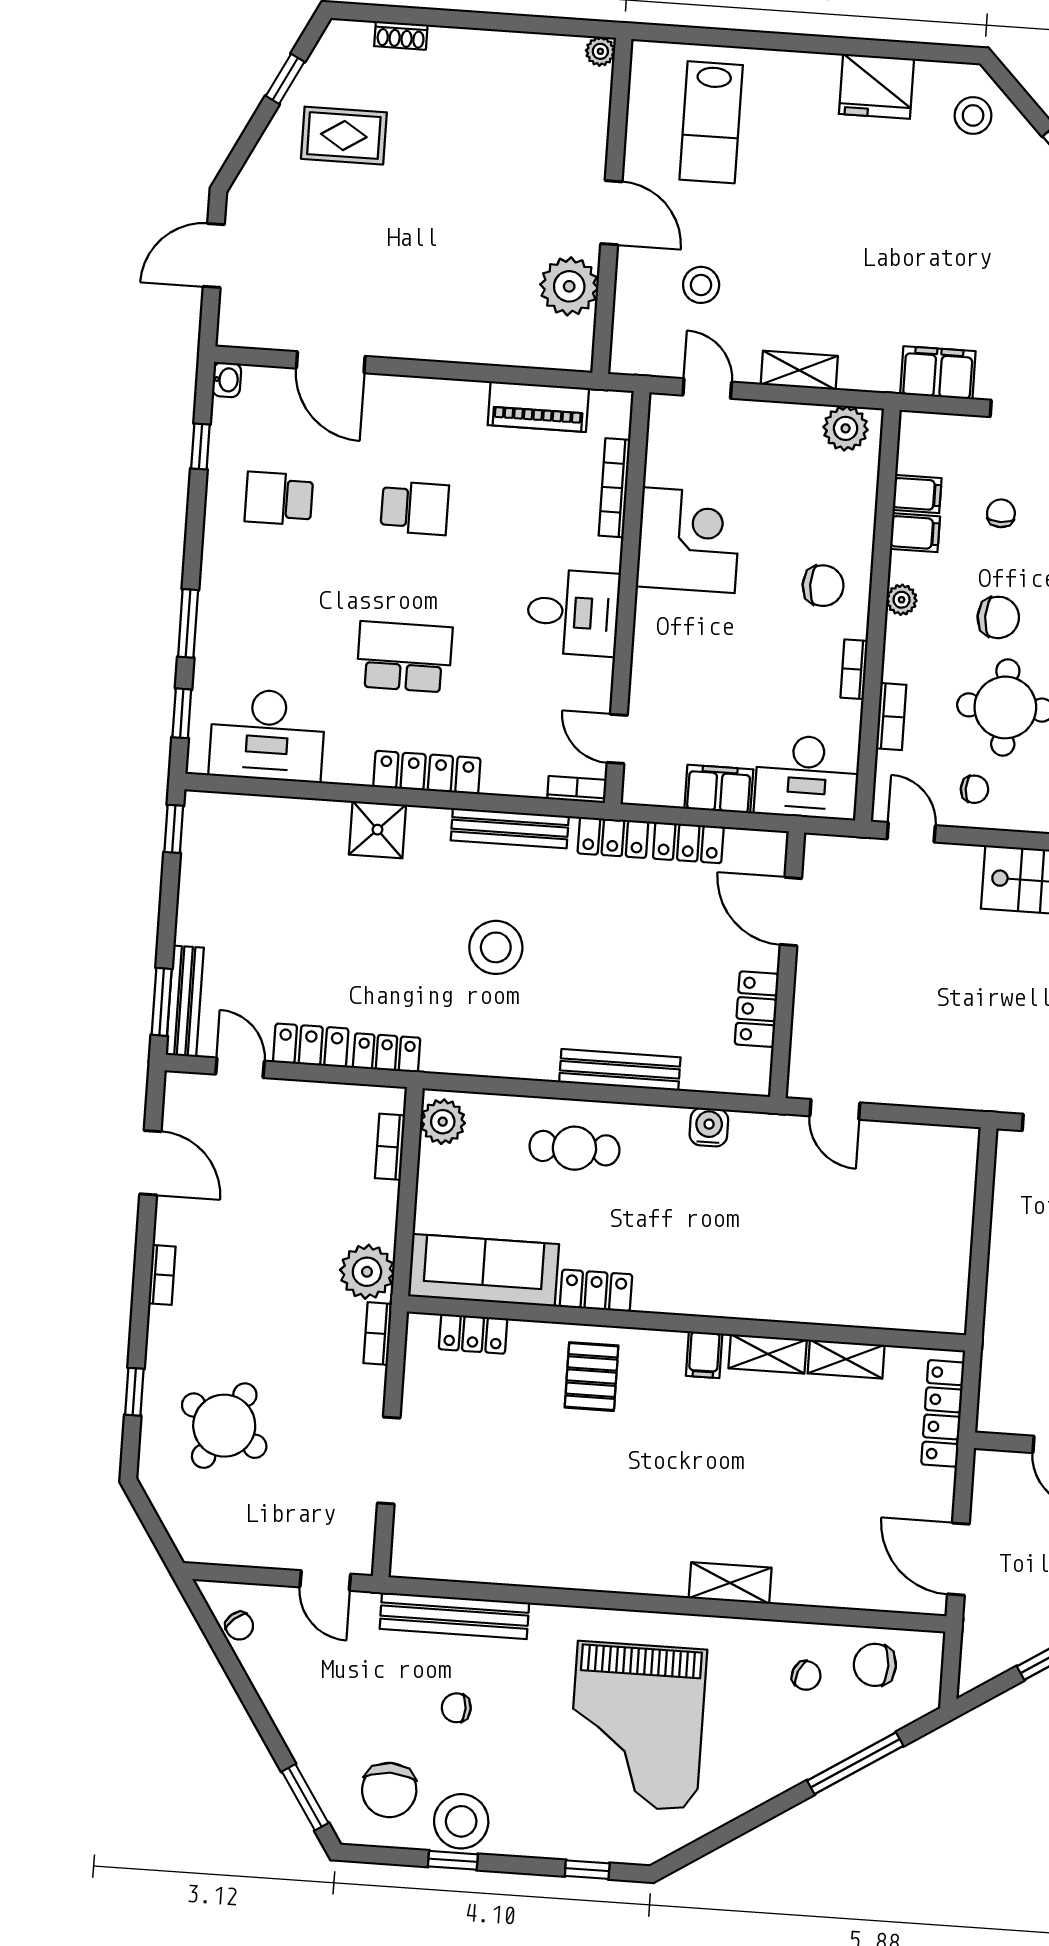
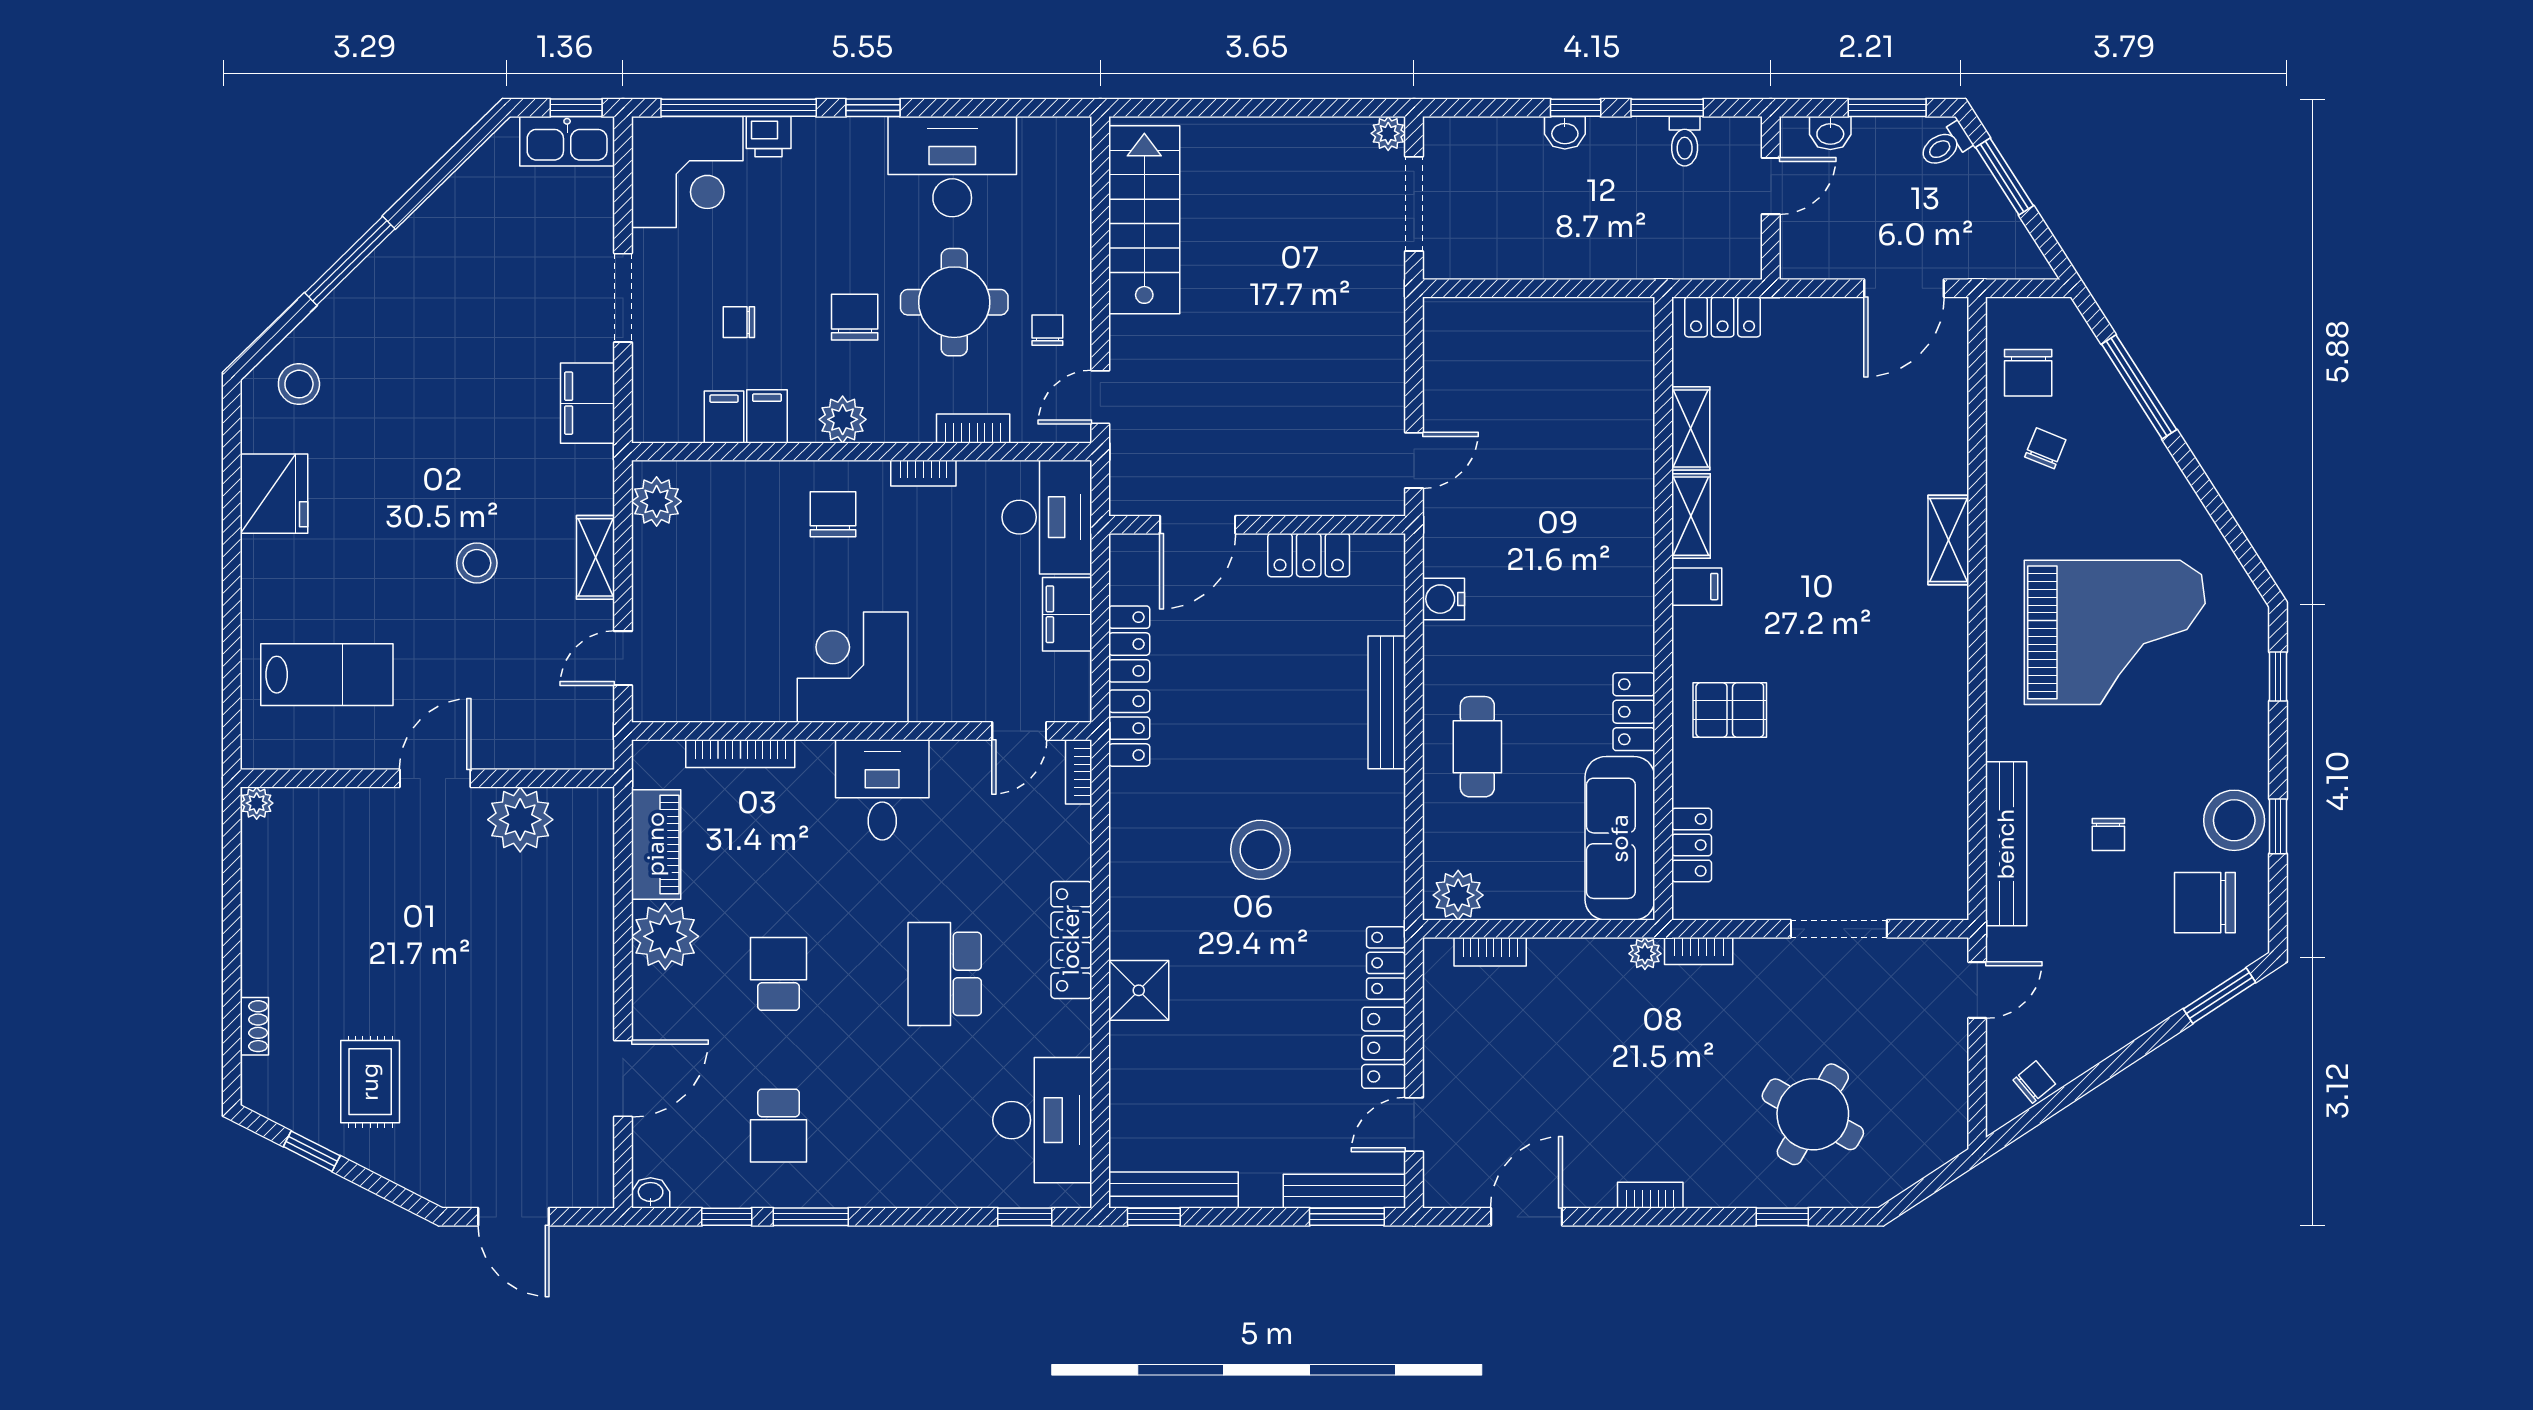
stool: (701, 285) -> (477, 563), moved
plant: (455, 409) -> (665, 936), added
corner desk: (689, 540) -> (853, 667), moved
plant: (902, 600) -> (843, 419), width x1.38, depth x1.38
window: (188, 623) -> (811, 1217), moved
bench: (510, 828) -> (1173, 1190), moved, turned 90
plant: (367, 1272) -> (1645, 954), width x0.53, depth x0.53
locker: (943, 1413) -> (1723, 317), width x0.66
chair: (389, 1790) -> (2205, 903), turned 180

